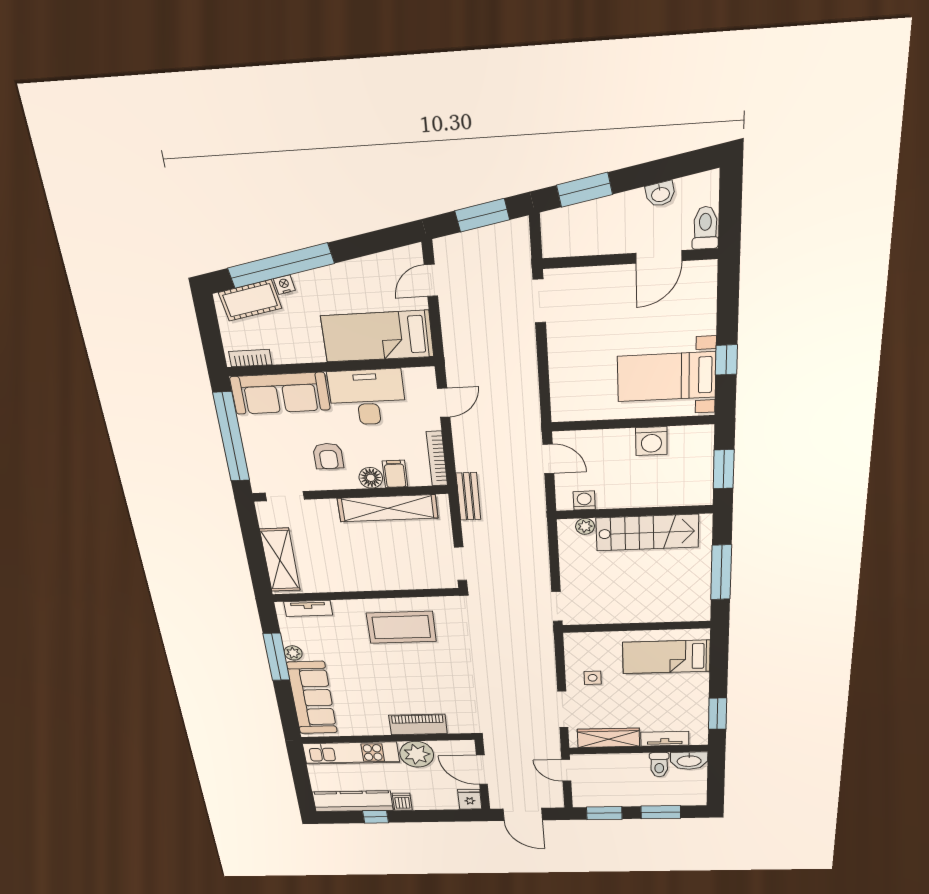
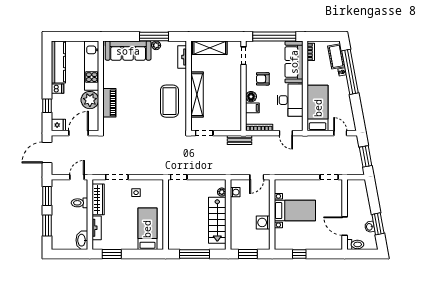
window: (585, 190) -> (378, 224), moved
bed with nightstands: (667, 377) -> (295, 211), moved, turned 90
shelving: (388, 508) -> (197, 95), moved
toilet: (659, 765) -> (80, 203), moved
window: (376, 817) -> (47, 106), moved

